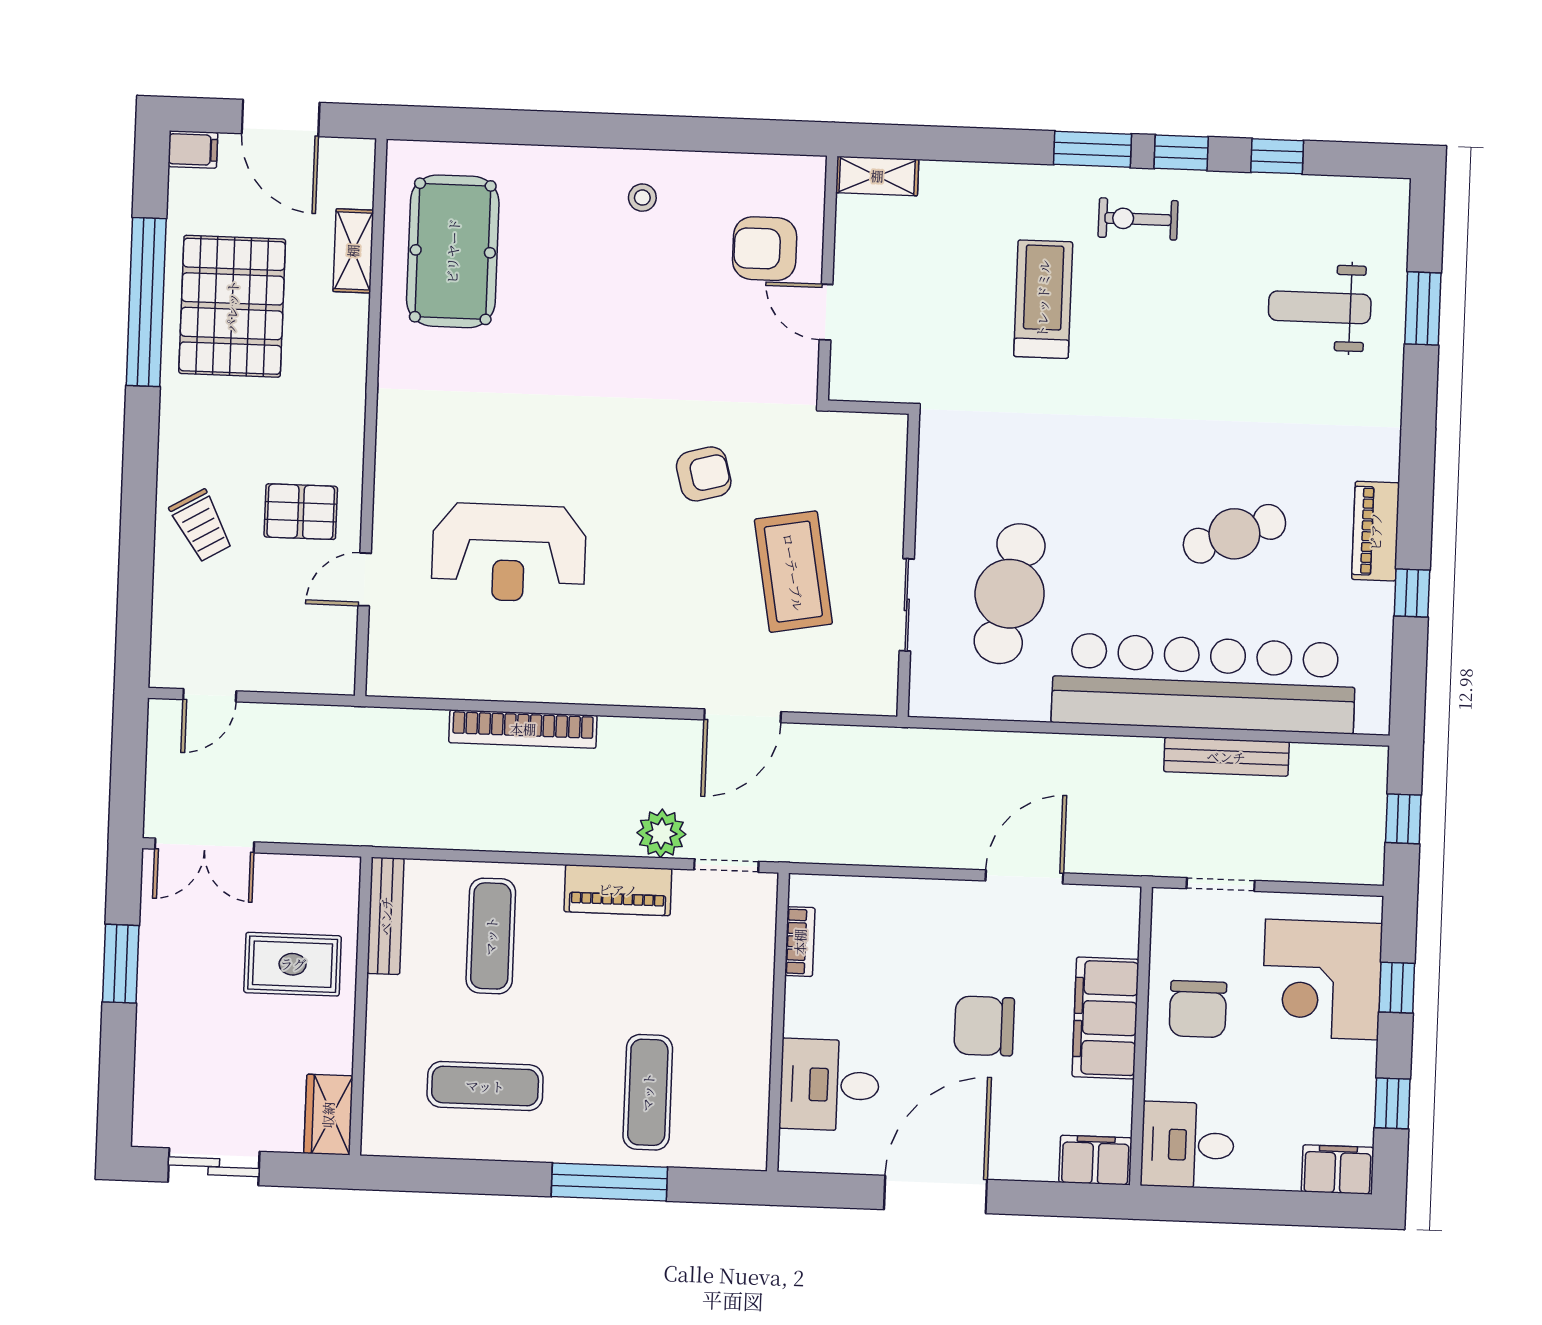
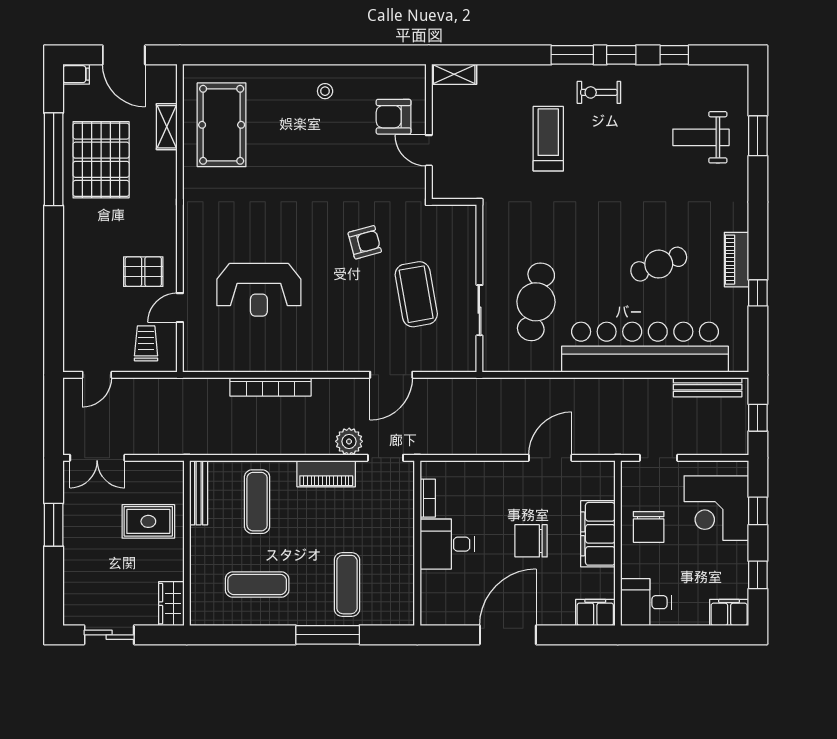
trolley: (201, 526) -> (146, 343), moved, turned -150
bench: (1226, 757) -> (708, 387), moved
desk: (829, 1085) -> (447, 544), moved

